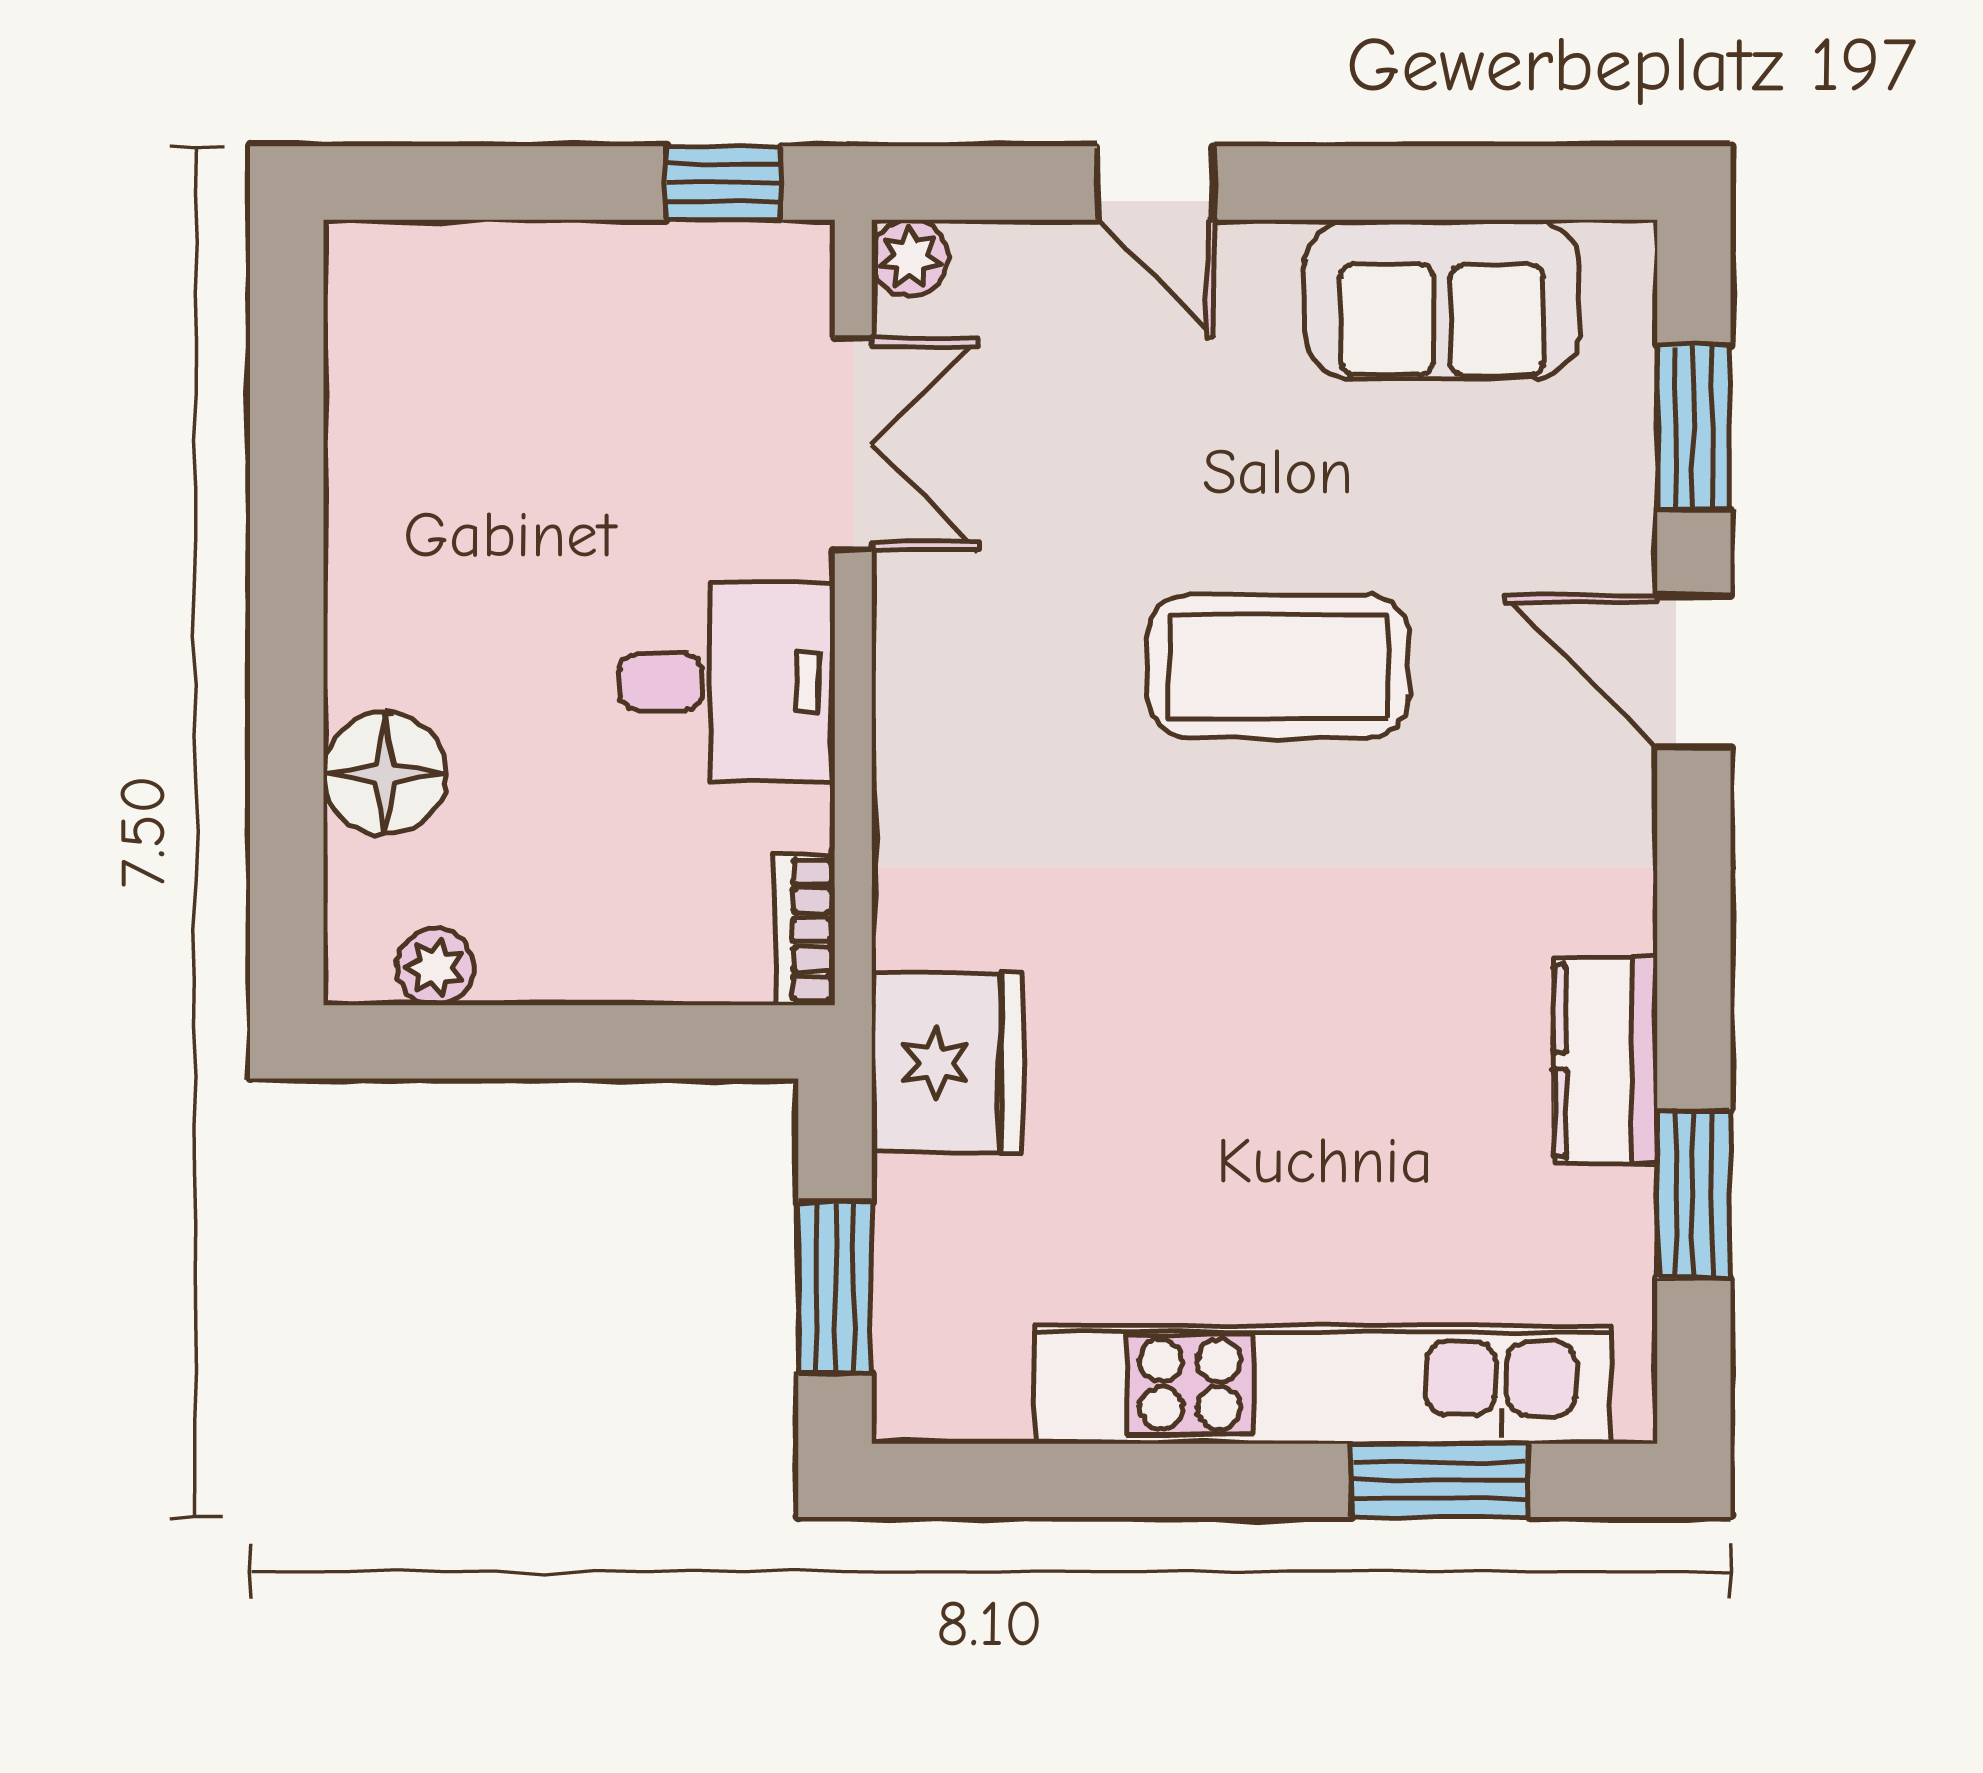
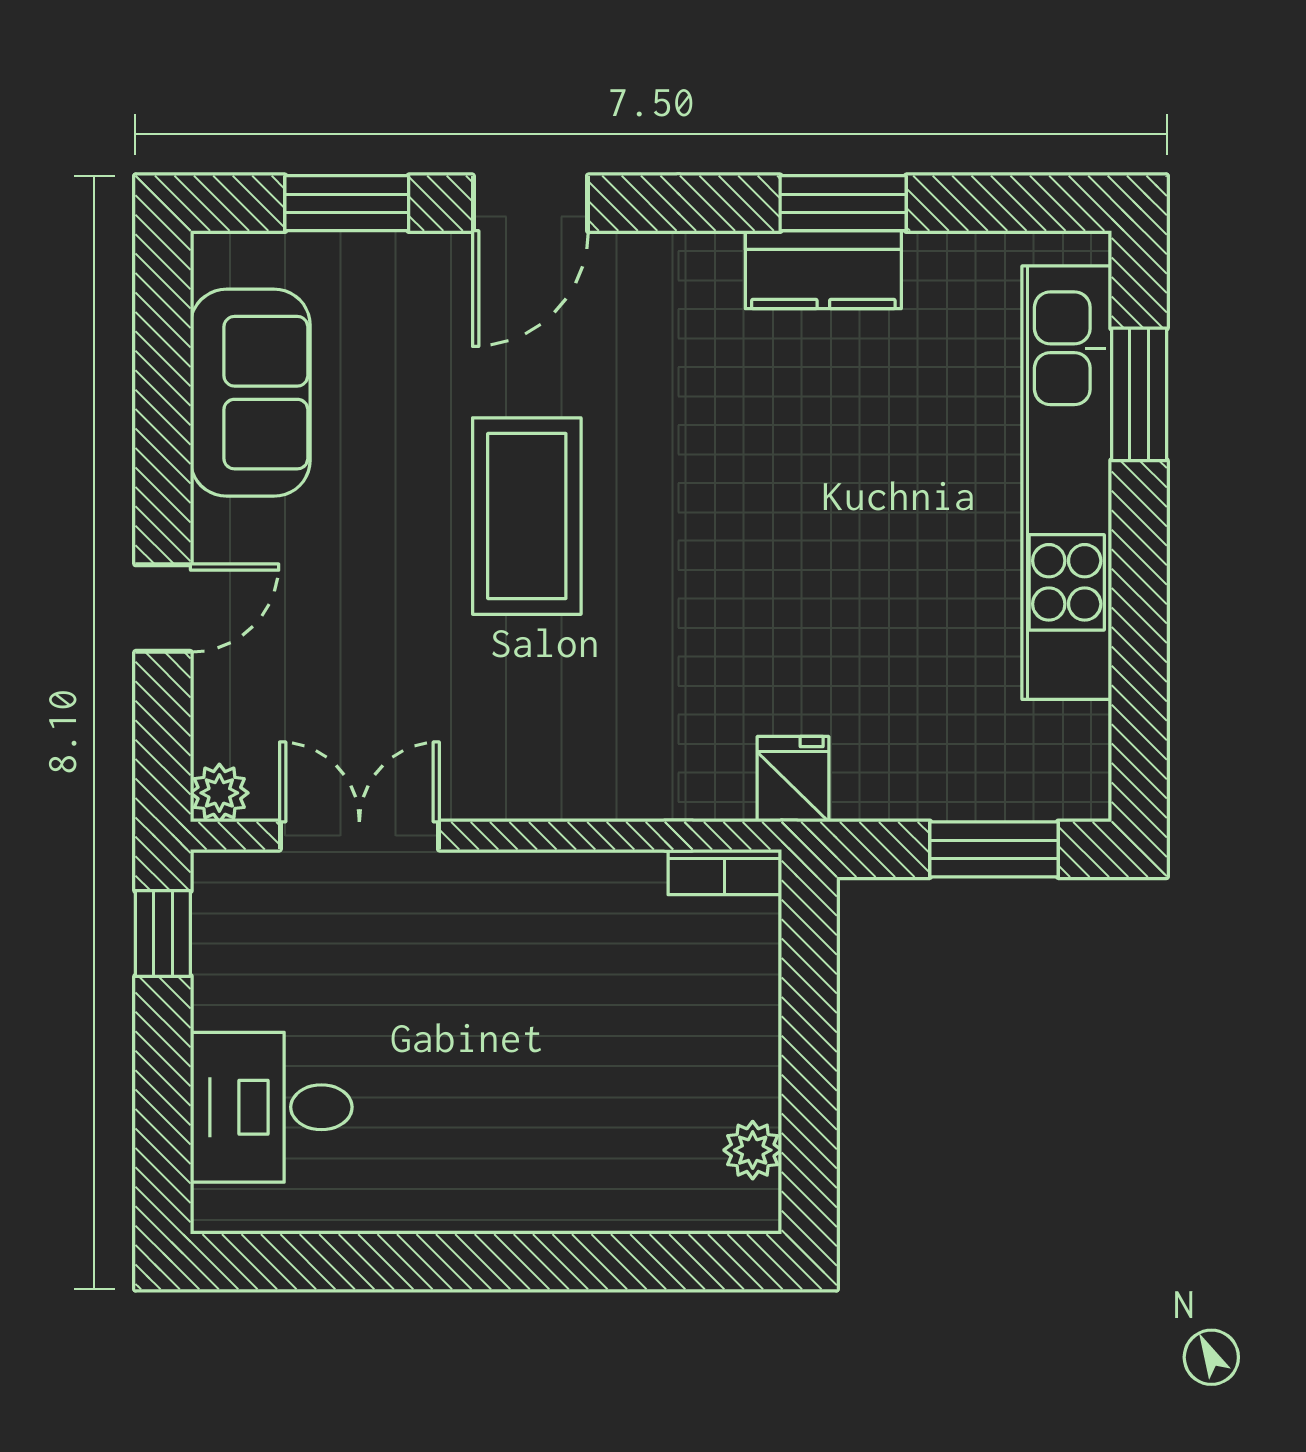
desk: (728, 682) -> (271, 1107), moved, turned -90
floor lamp: (385, 773) -> (607, 1188), removed
fridge: (948, 1063) -> (793, 779), width x0.53, depth x0.75
window: (1694, 1194) -> (843, 203), moved

